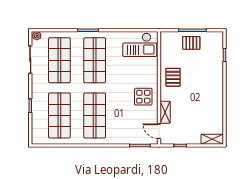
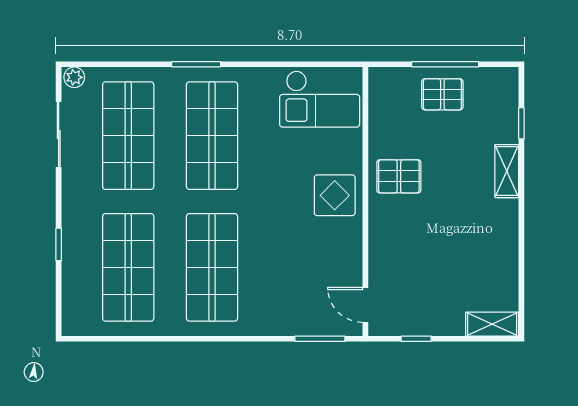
pallet: (173, 77) -> (399, 176), turned 90
display table: (143, 97) -> (335, 195), moved
shelving: (165, 112) -> (507, 171), moved

